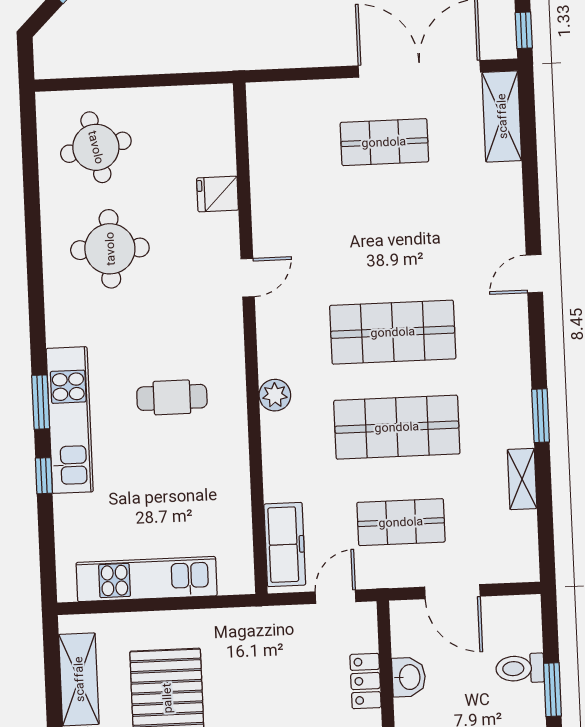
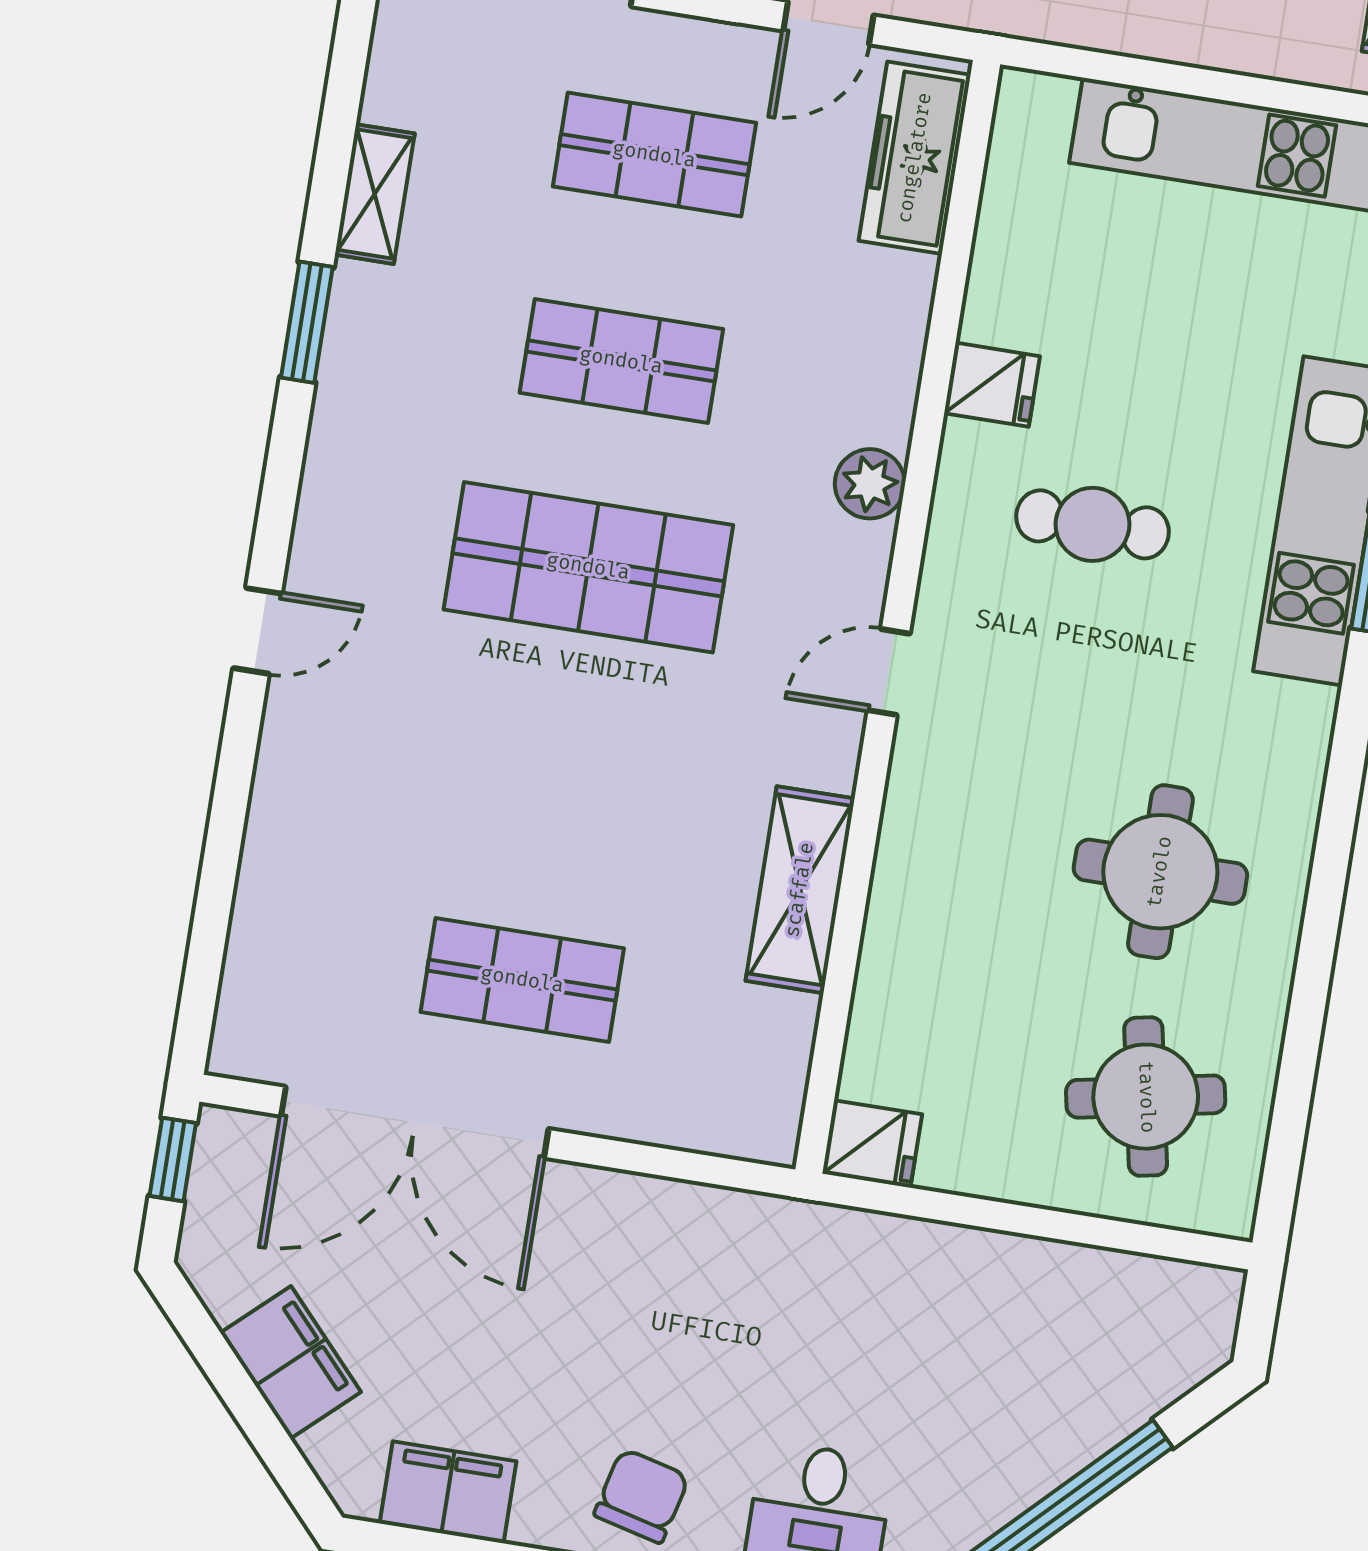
shelving: (502, 116) -> (800, 890), moved
fridge: (218, 194) -> (872, 1144), moved
door: (248, 278) -> (889, 672), moved
shop shelf: (397, 427) -> (621, 361), width x0.70, depth x0.74
fridge: (230, 450) -> (992, 385), added

